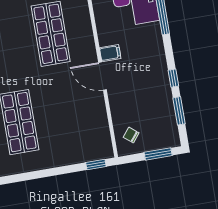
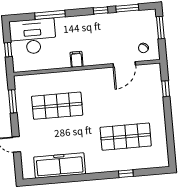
door: (102, 76) -> (124, 64), moved
window: (96, 165) -> (166, 89), moved

